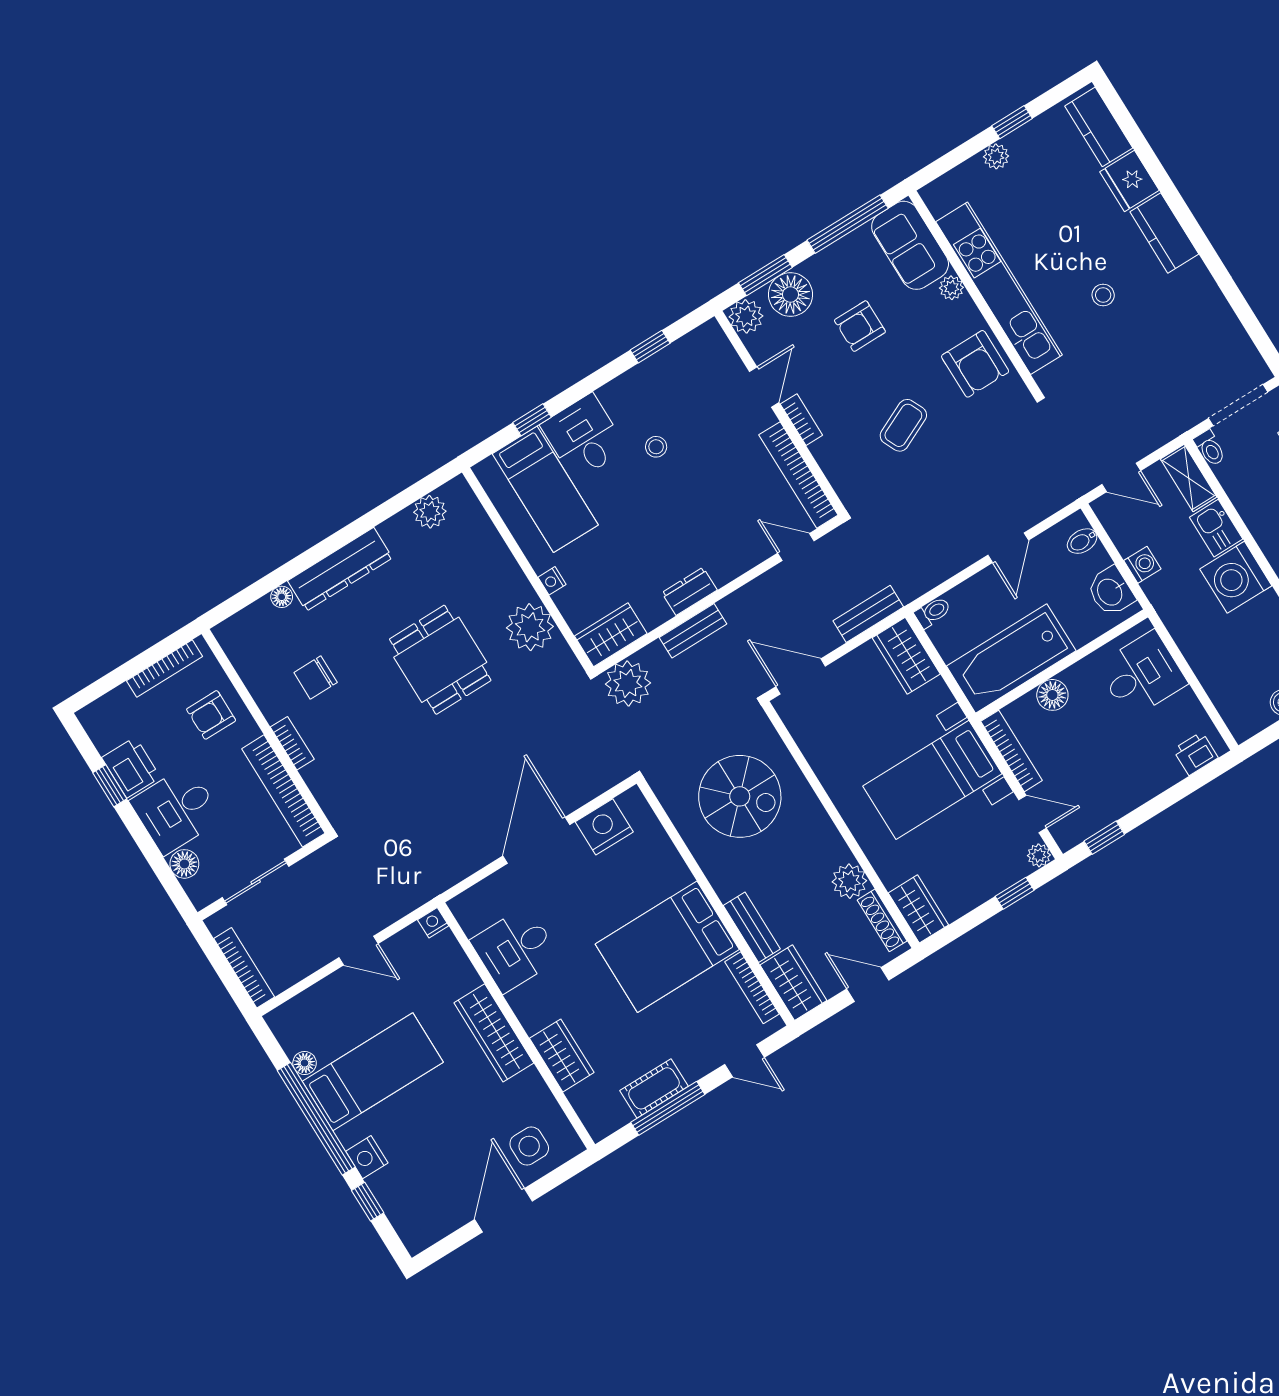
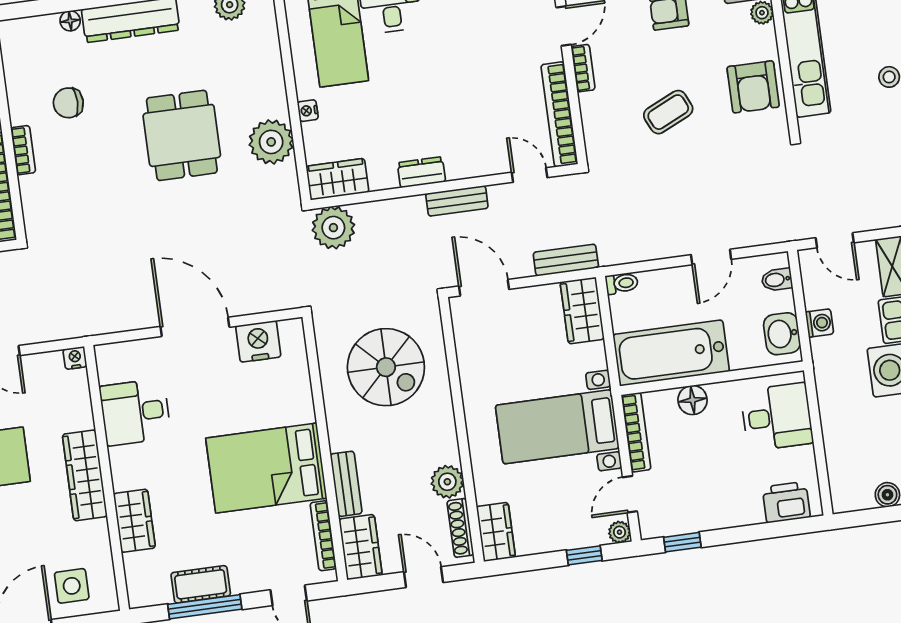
stool: (656, 447) -> (448, 36), removed
bench: (693, 631) -> (457, 201), moved
printer: (1195, 754) -> (786, 502), width x1.36, depth x1.24
door: (1033, 814) -> (630, 494), swing flipped
door: (536, 840) -> (195, 327), hinge flipped

